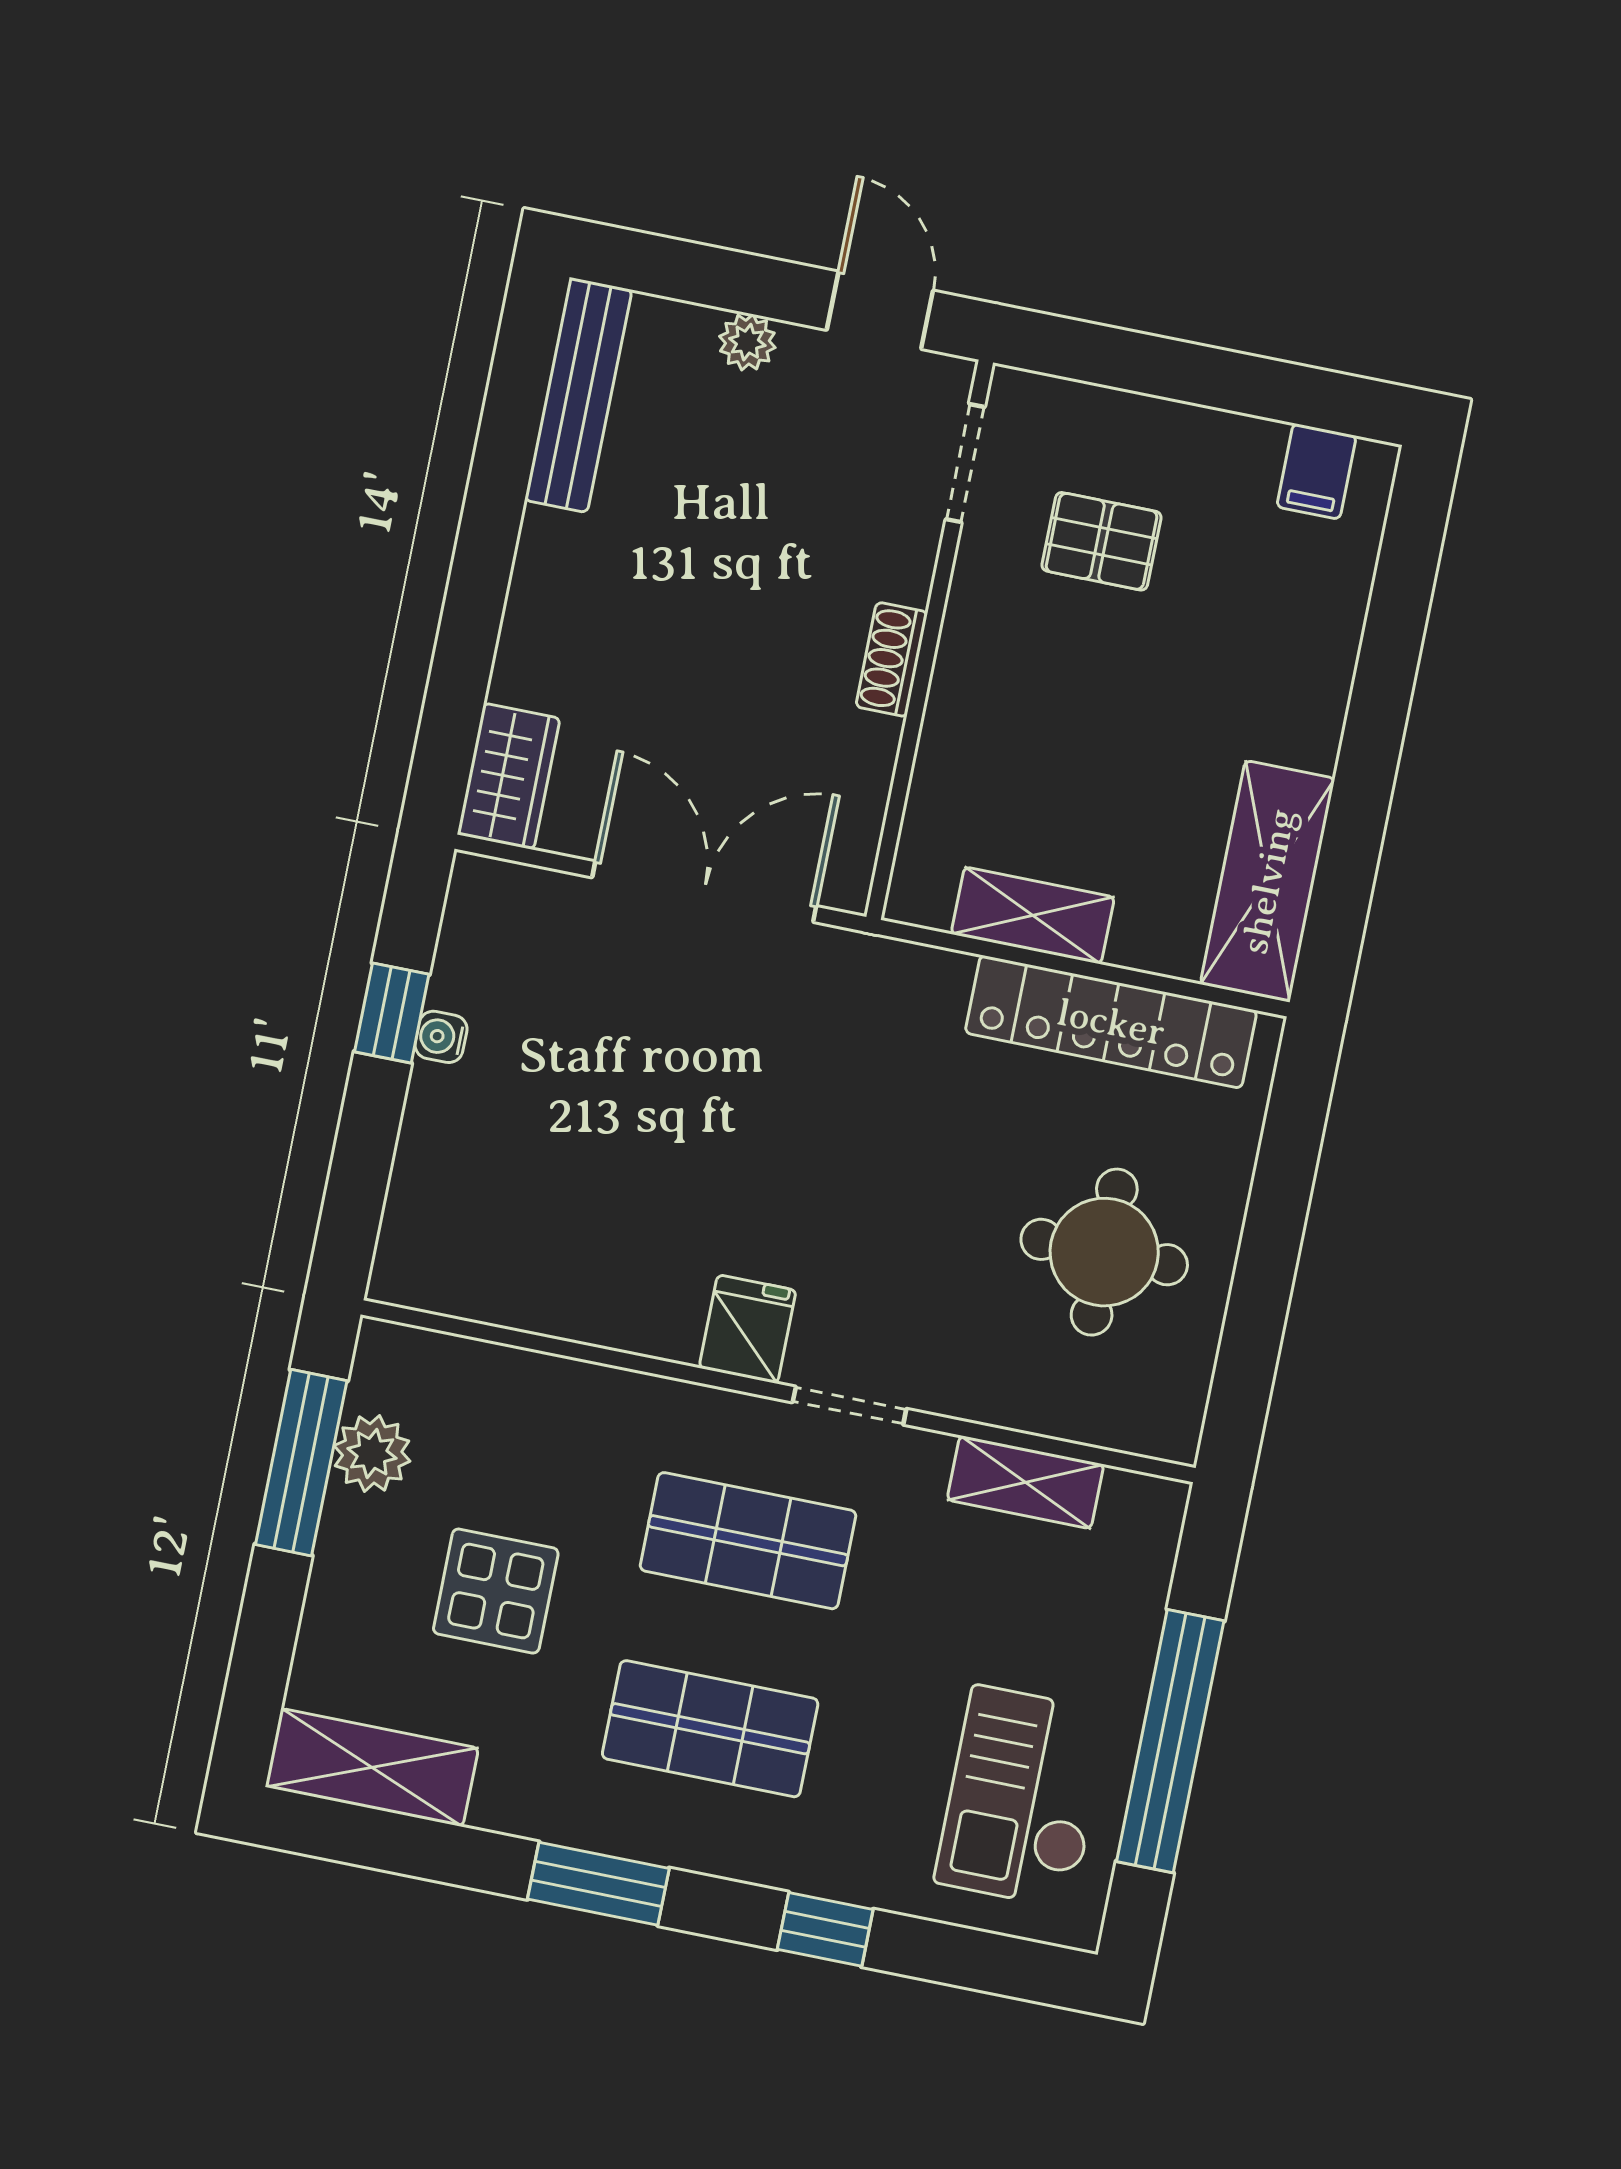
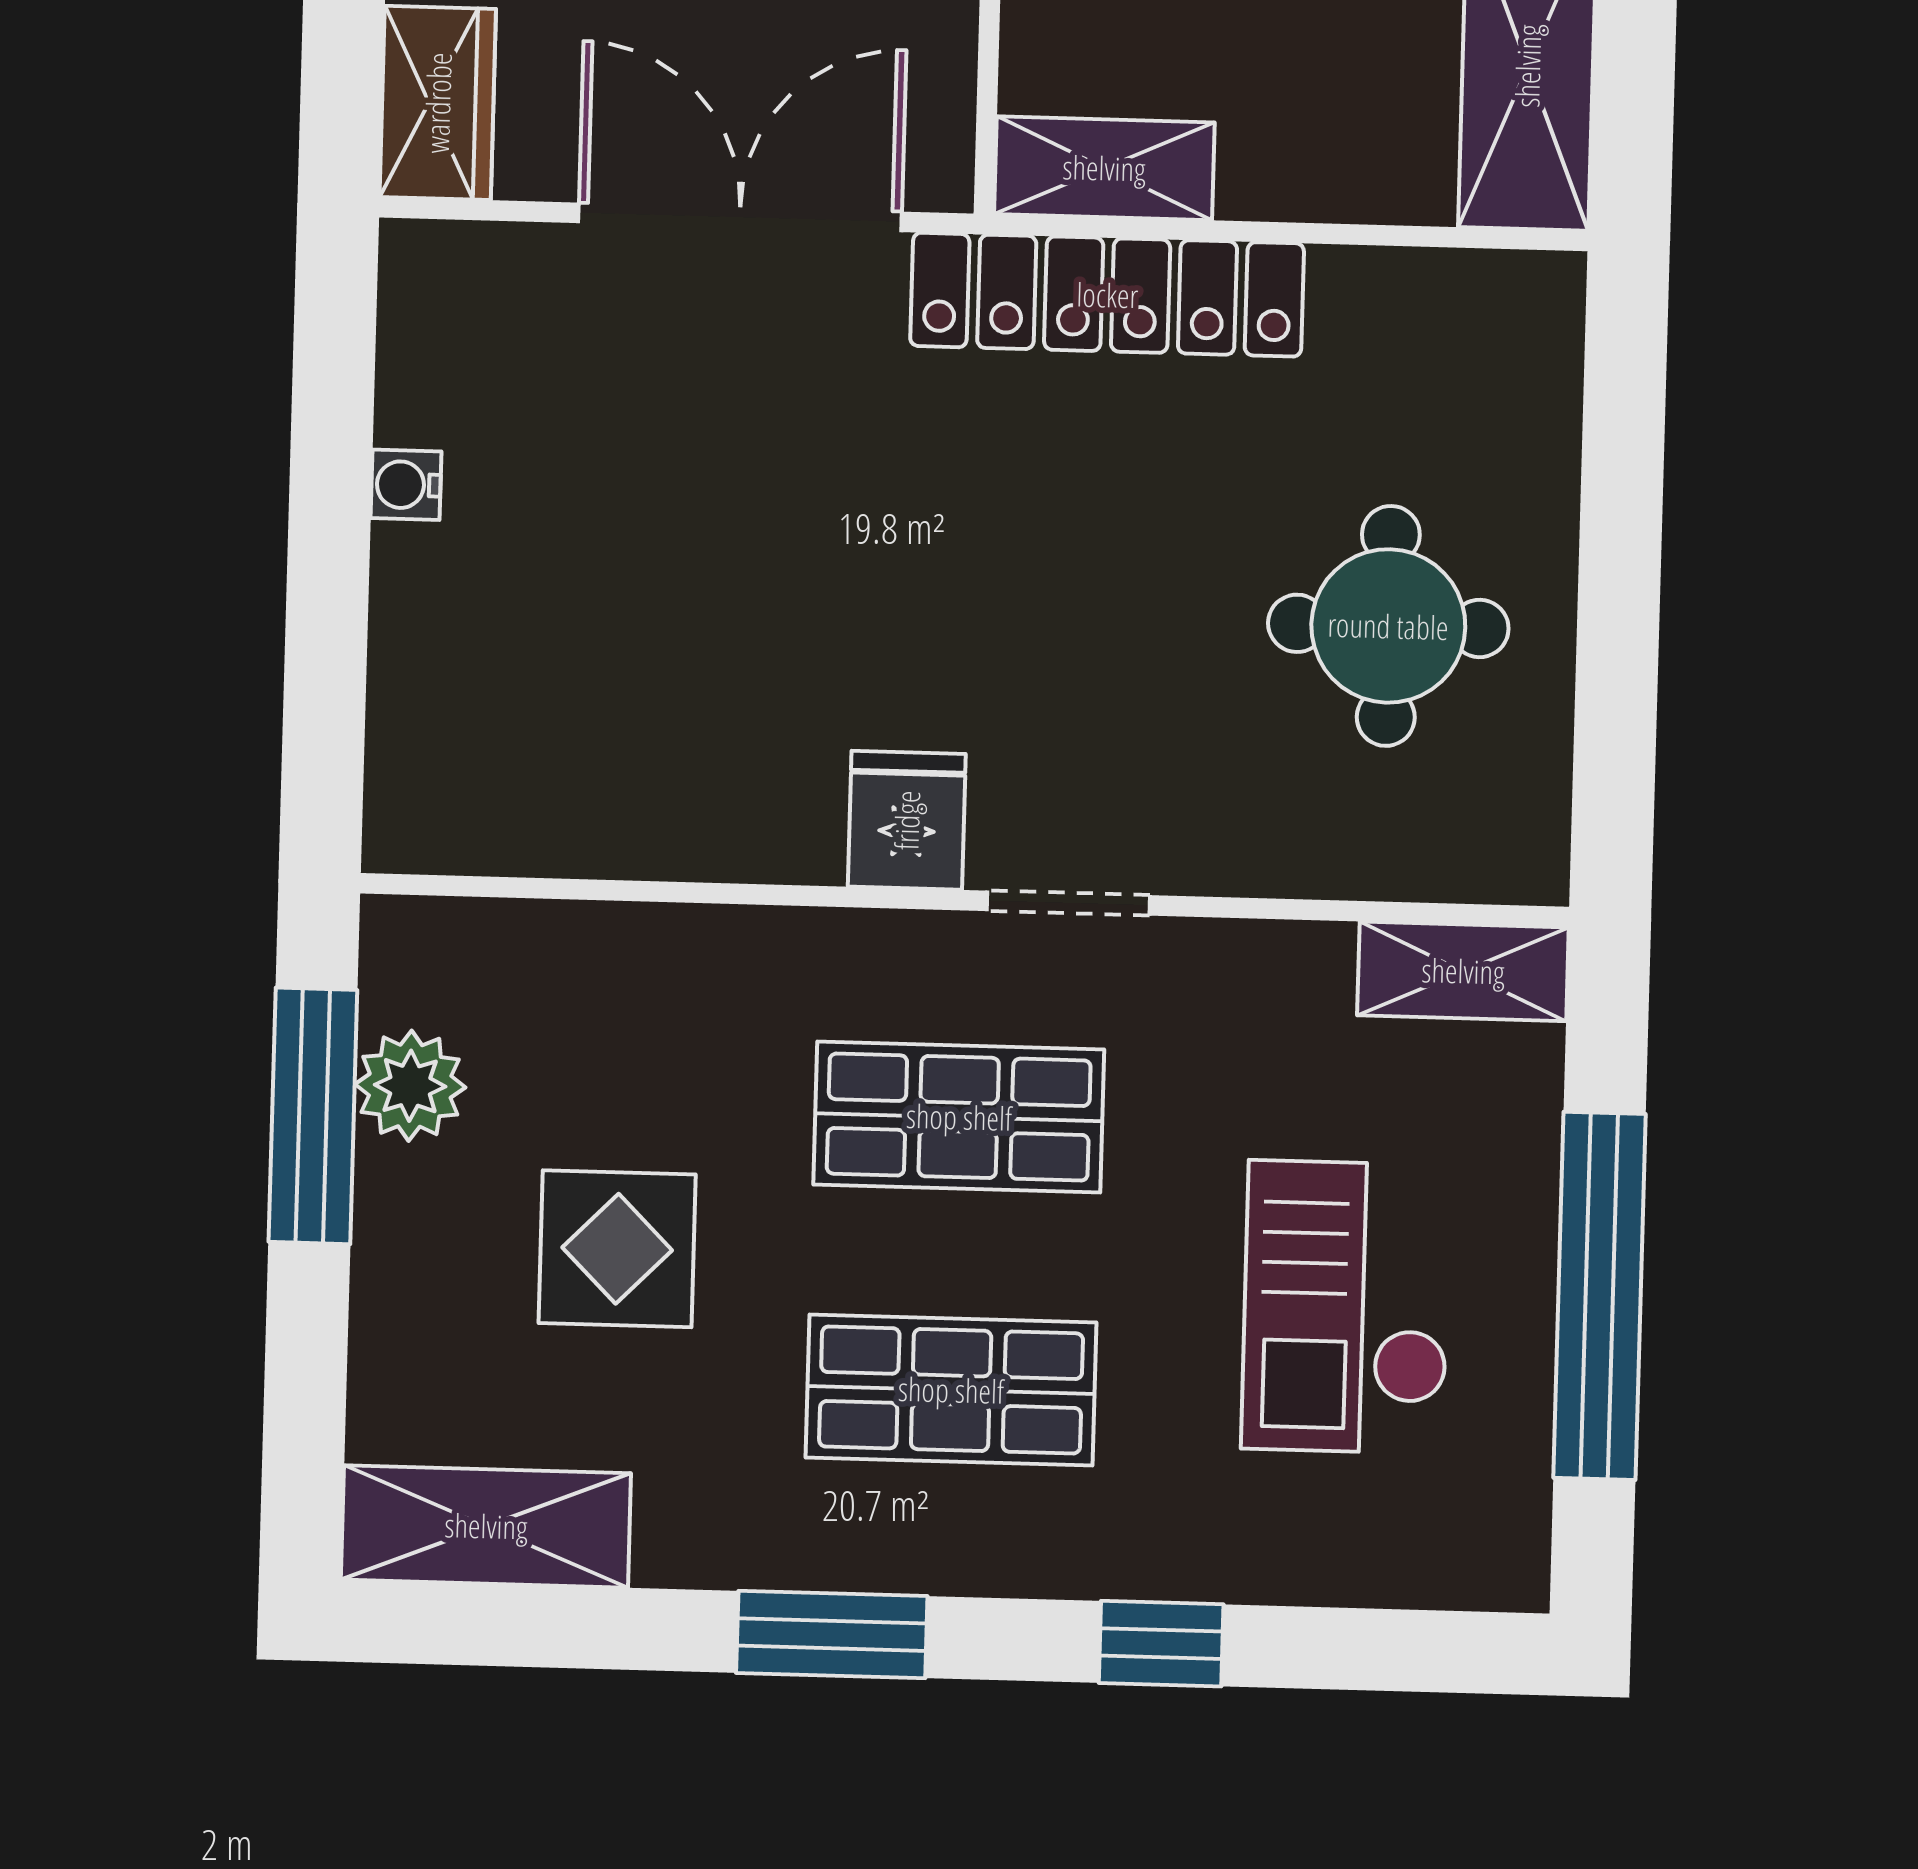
shelving: (1033, 915) -> (1104, 168), moved
window: (392, 1013) -> (331, 463), removed
locker: (1111, 1022) -> (1107, 295), moved
shelving: (1025, 1482) -> (1463, 971), moved
checkout: (1023, 1797) -> (1346, 1307), moved

